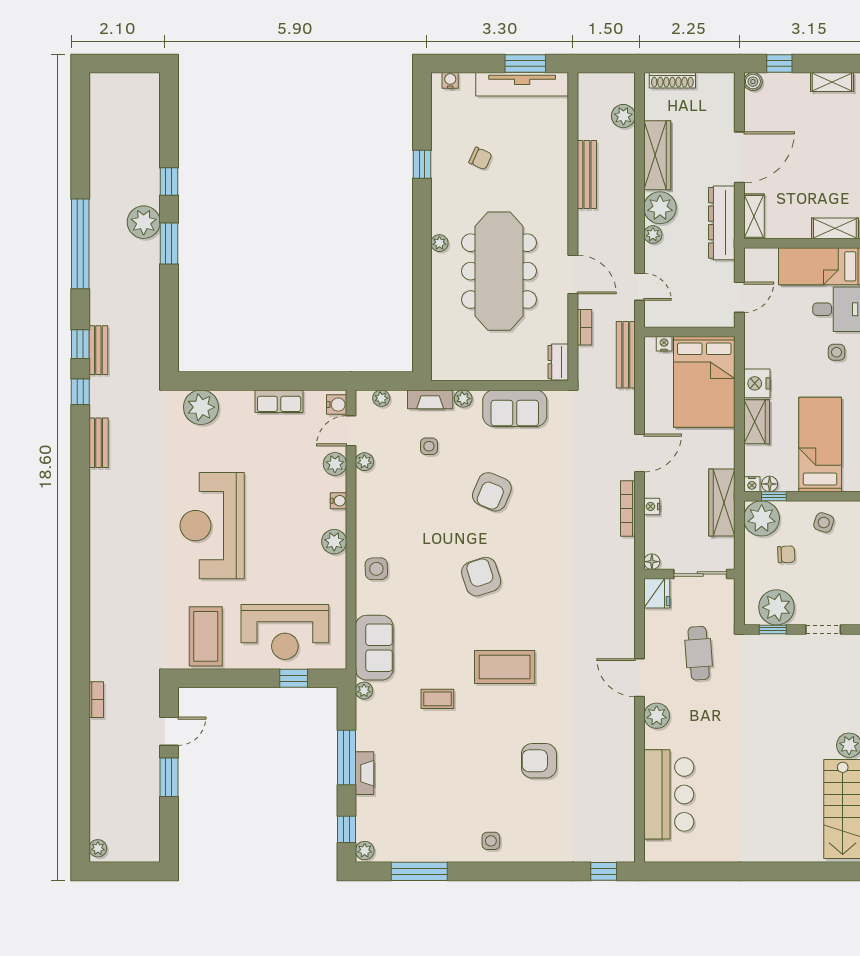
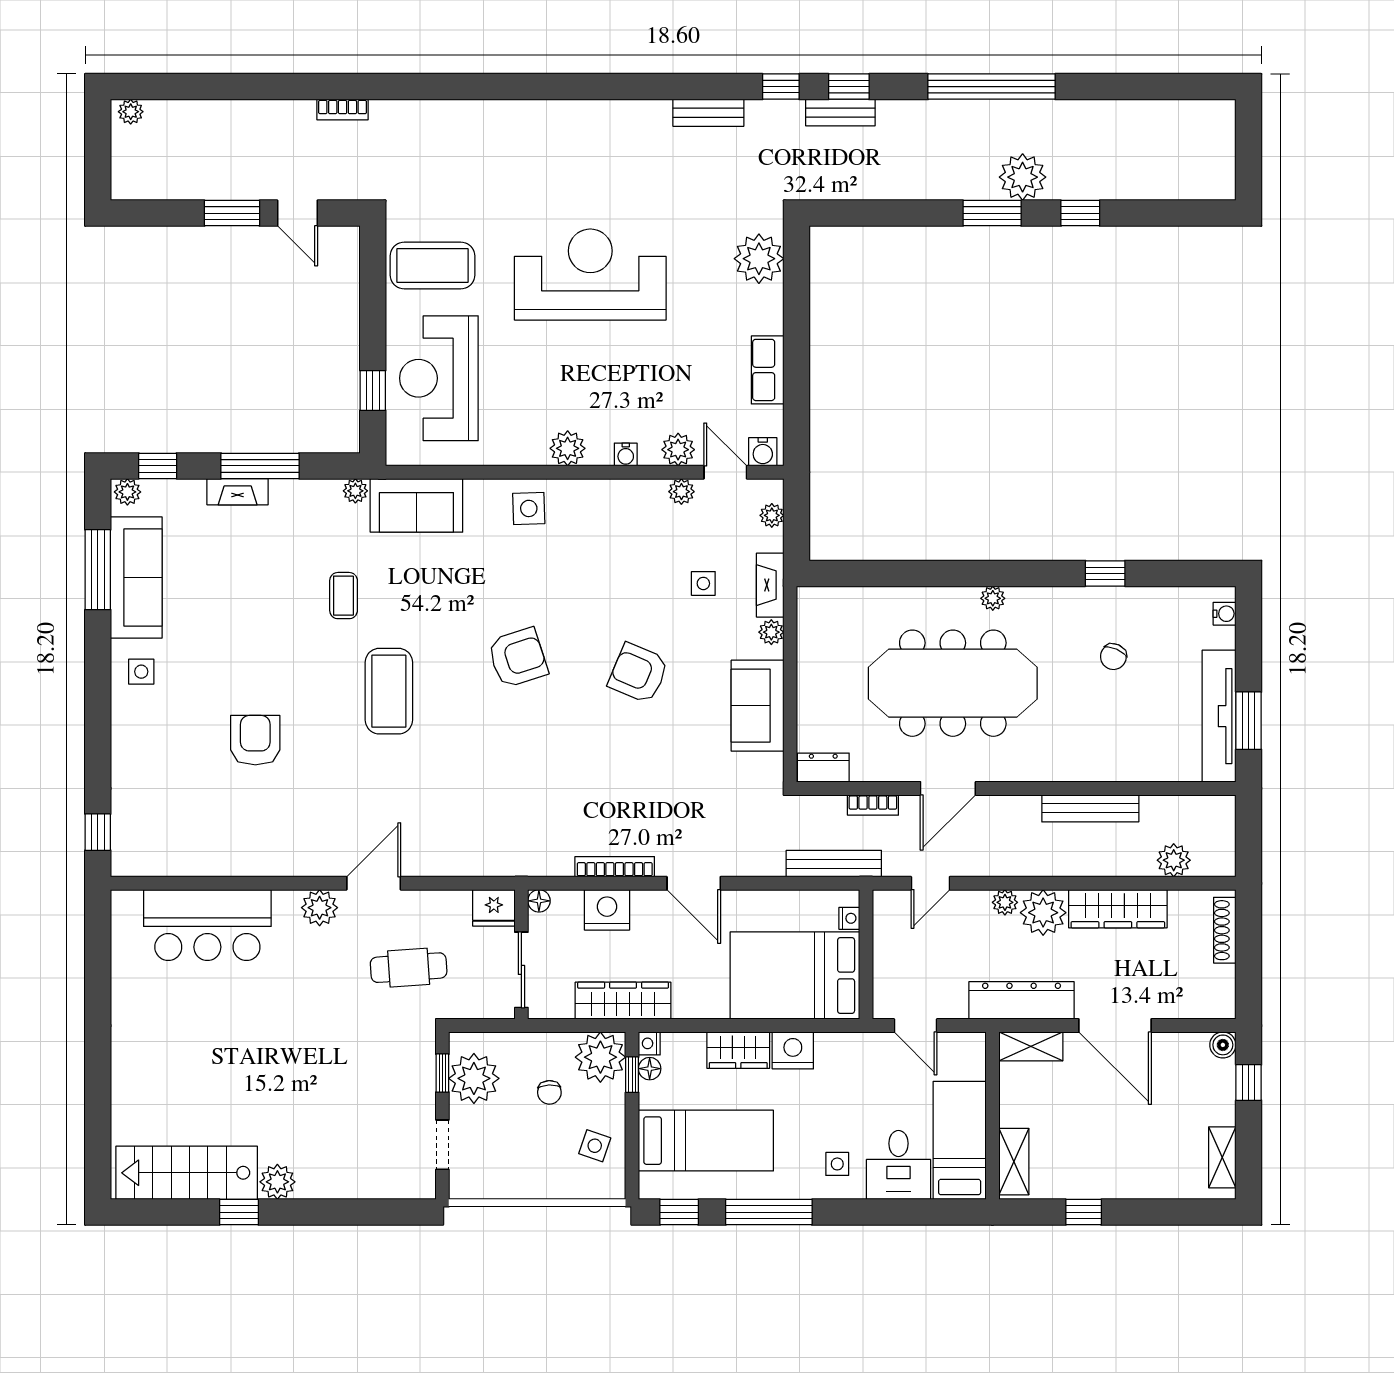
nightstand: (652, 506) -> (607, 910), width x1.89, depth x1.79
sofa: (425, 844) -> (136, 578), added

